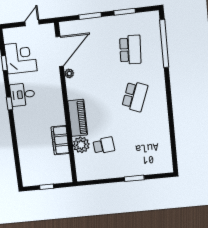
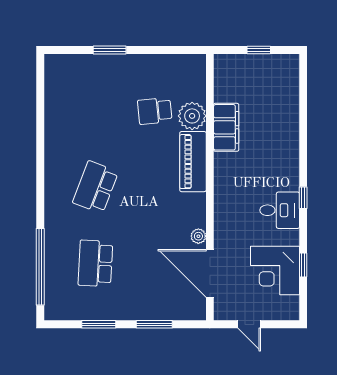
door: (32, 23) -> (249, 324), hinge flipped
door: (60, 51) -> (210, 273), hinge flipped

